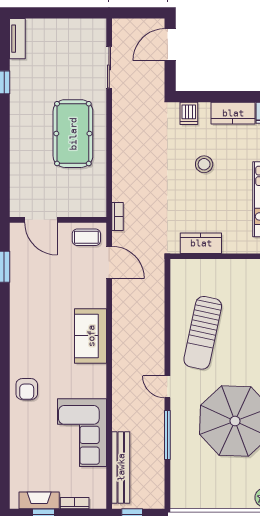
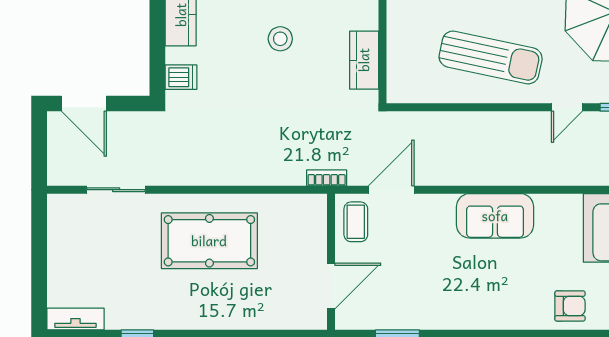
stool: (204, 164) -> (280, 39), moved

